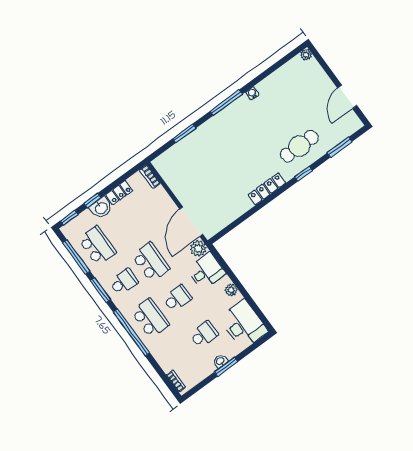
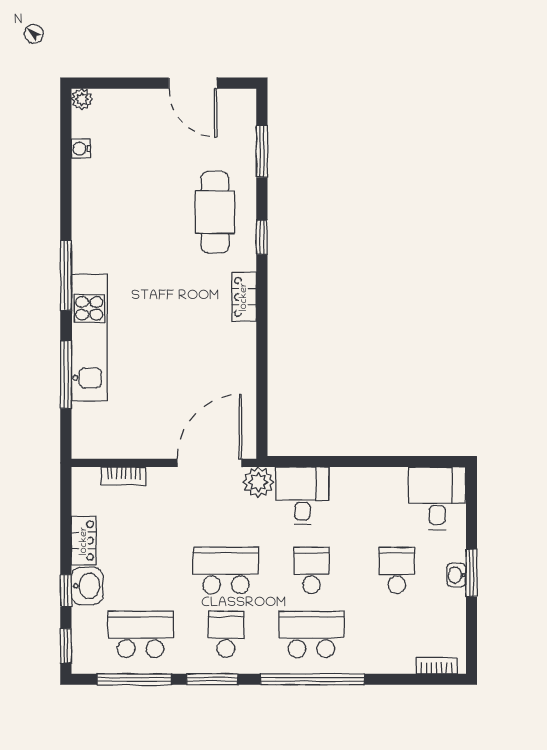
water cooler: (252, 93) -> (81, 149), moved
kitchen unit: (207, 132) -> (89, 337), added
window: (184, 133) -> (66, 375), width x1.44
bookcase: (150, 177) -> (124, 476), moved
locker: (267, 189) -> (244, 297), width x0.66
door: (191, 222) -> (209, 463), swing flipped
plant: (231, 290) -> (359, 478), removed
desk: (244, 325) -> (437, 498), width x0.73

